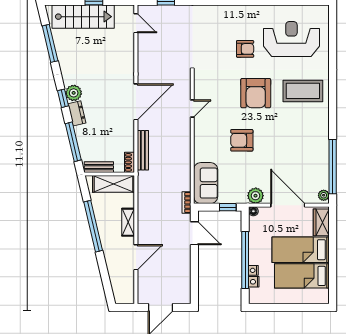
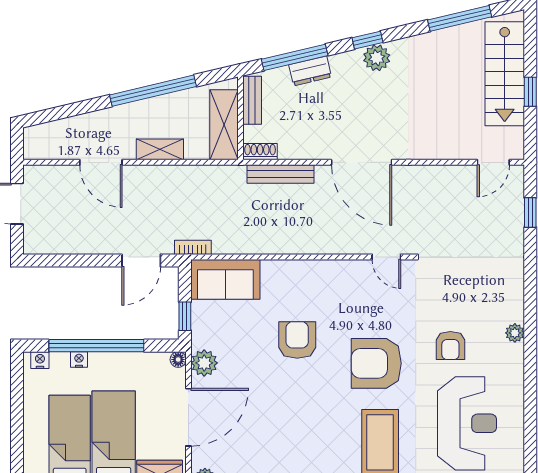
plant: (238, 11) -> (515, 333), added
door: (192, 109) -> (386, 257), moved
dresser: (77, 113) -> (310, 71), moved
nightstand: (254, 282) -> (40, 360), moved

